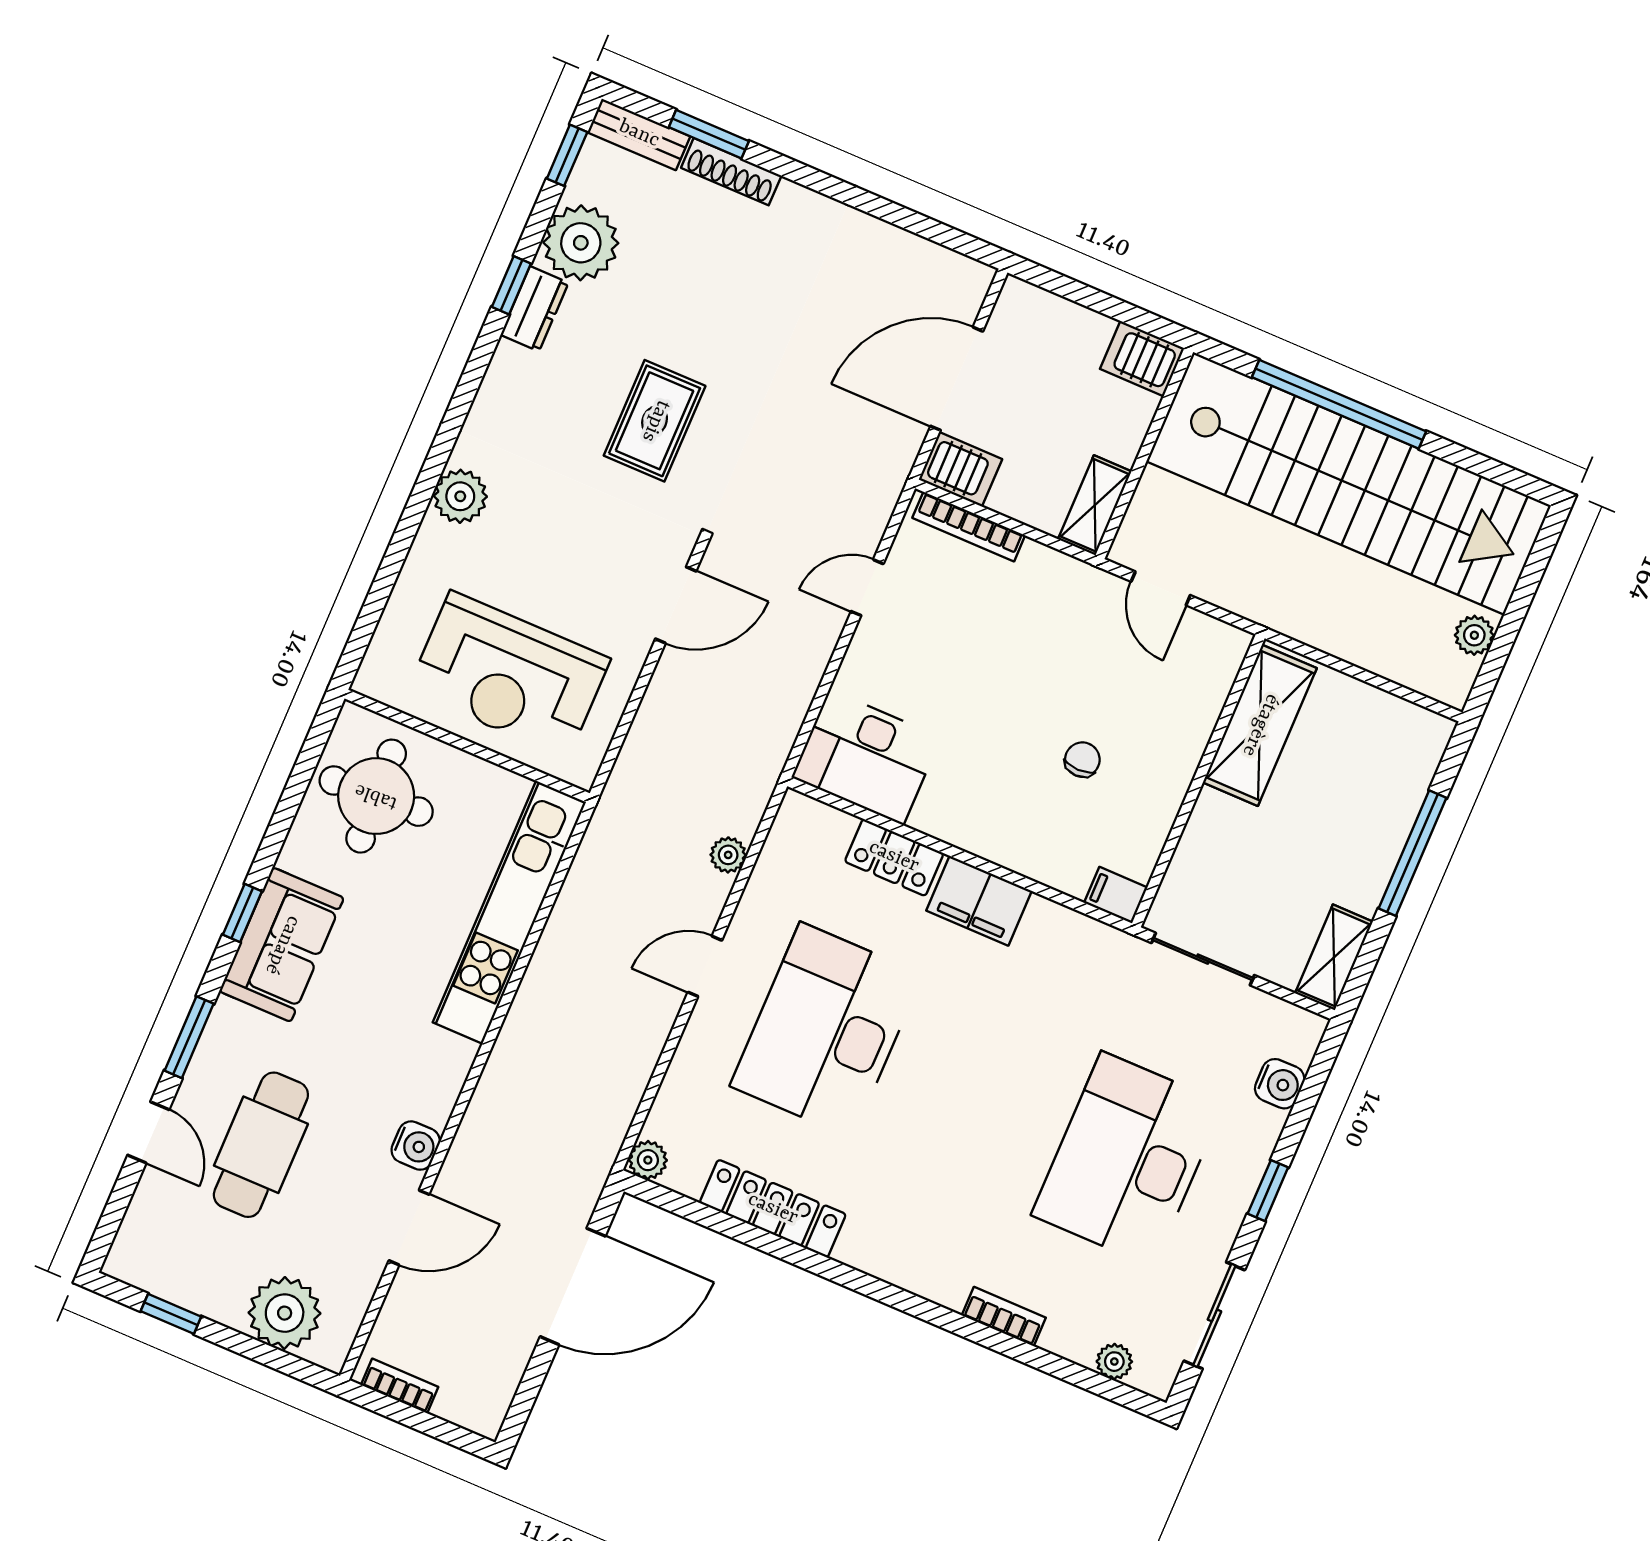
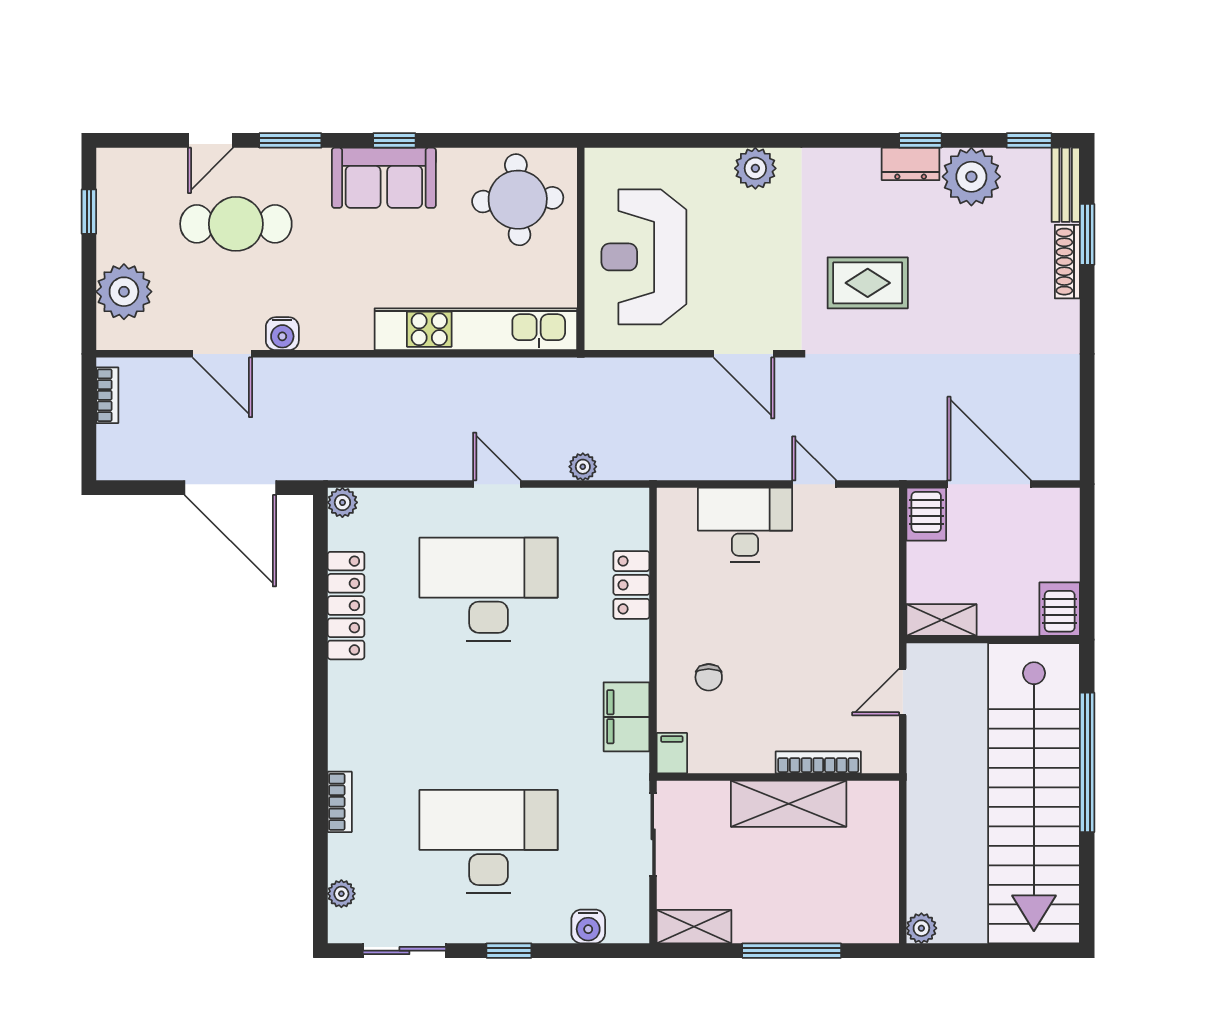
bookcase: (969, 527) -> (818, 762), moved, turned 90
plant: (1474, 635) -> (921, 928), moved
shelving: (1260, 725) -> (789, 804), moved
desk: (866, 757) -> (745, 525), moved, turned 90
chair: (1082, 760) -> (709, 677), moved, turned 90
filing cabinet: (979, 901) -> (627, 717), moved

